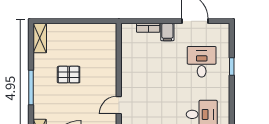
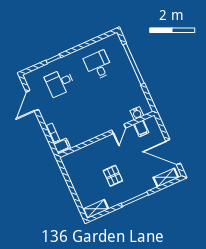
filing cabinet: (167, 32) -> (62, 146), moved
door: (119, 105) -> (119, 129), hinge flipped

